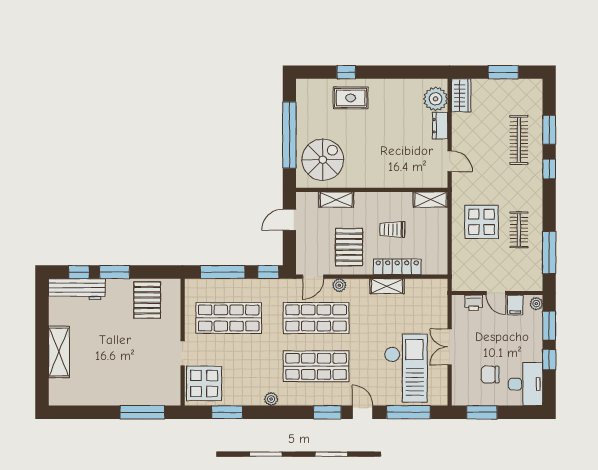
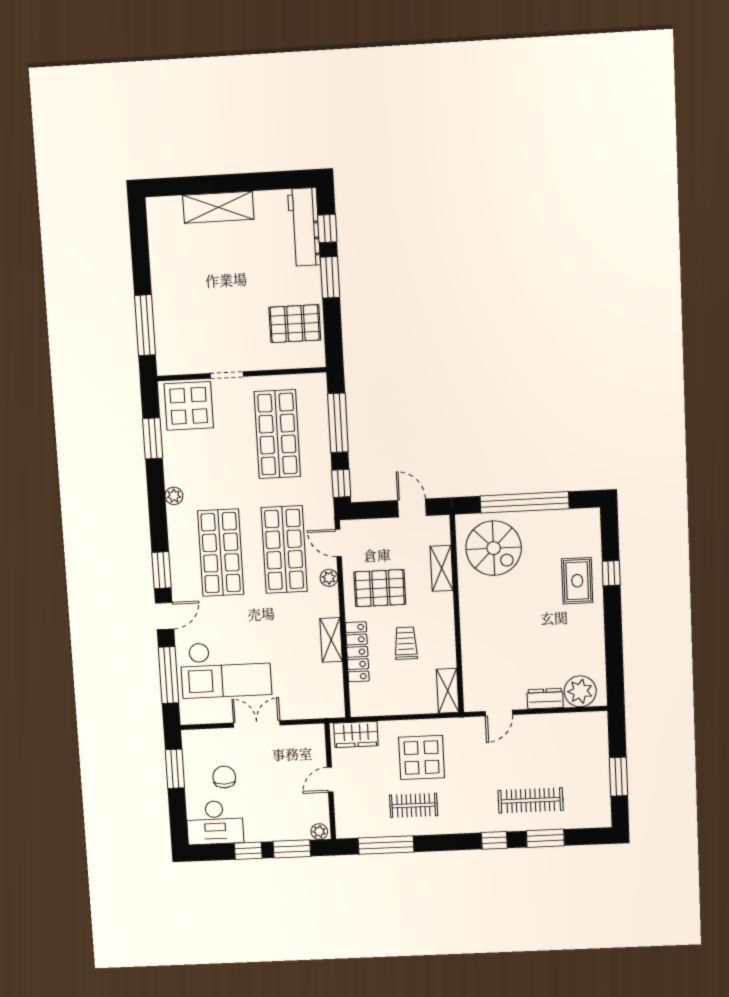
wardrobe: (461, 95) -> (356, 734), moved
printer: (474, 303) -> (316, 752), removed
filing cabinet: (515, 305) -> (316, 805), removed

